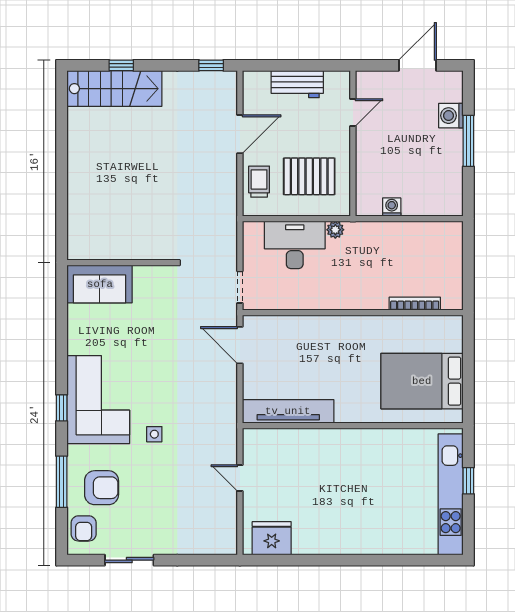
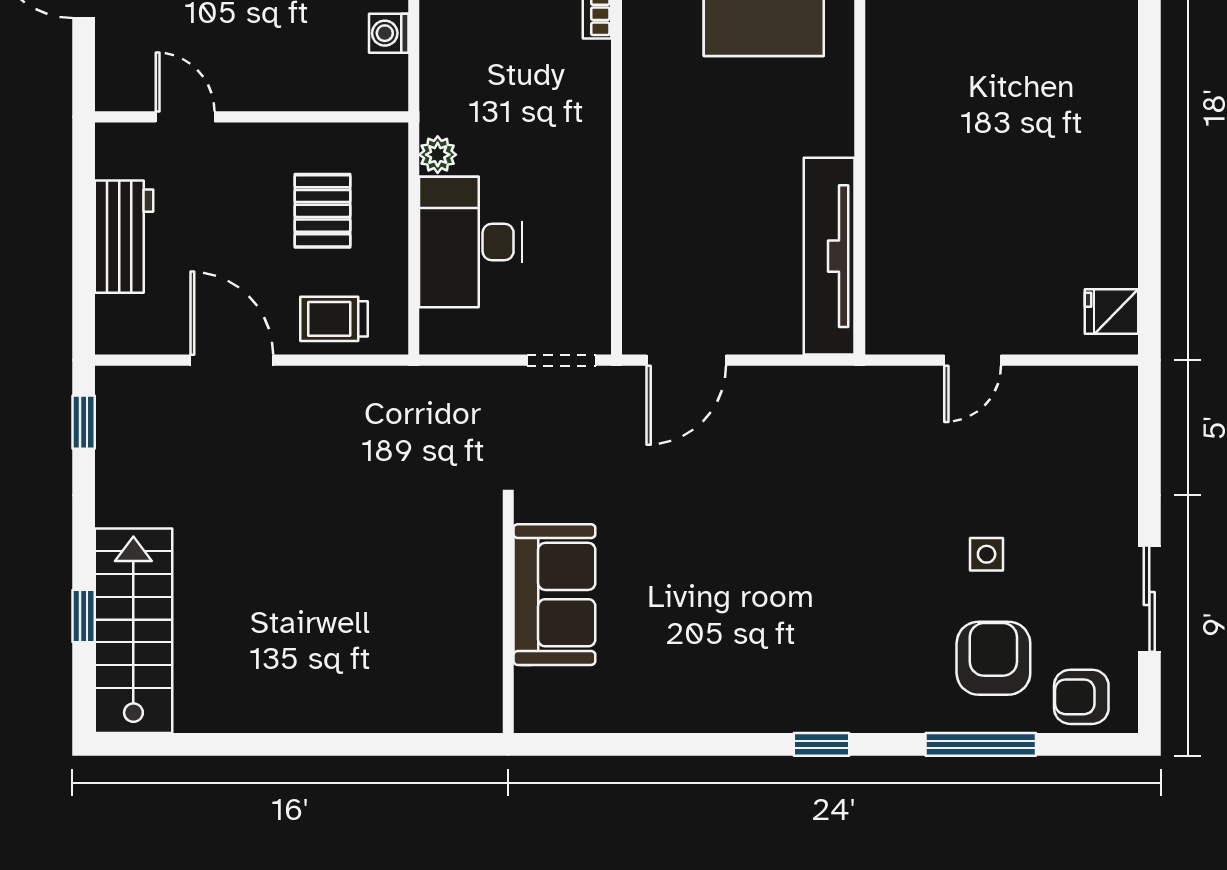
pallet: (309, 176) -> (323, 211), width x0.67, depth x0.71
sofa: (100, 284) -> (554, 595), moved
corner sofa: (98, 400) -> (804, 666), removed
side table: (154, 434) -> (987, 554), moved
armchair: (84, 528) -> (1081, 697), turned 180
fridge: (272, 538) -> (1111, 311), width x0.53, depth x0.75

